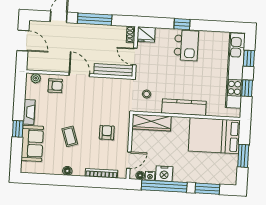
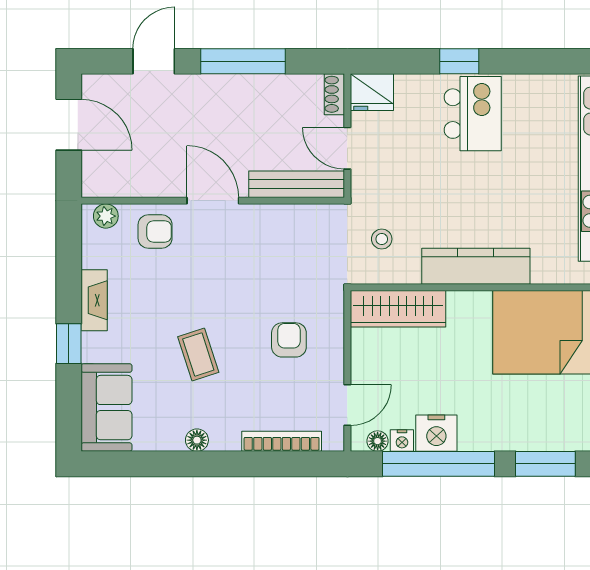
sofa: (32, 143) -> (106, 408), moved

